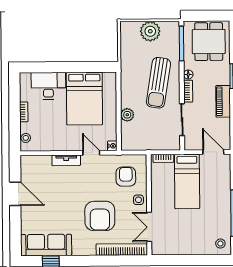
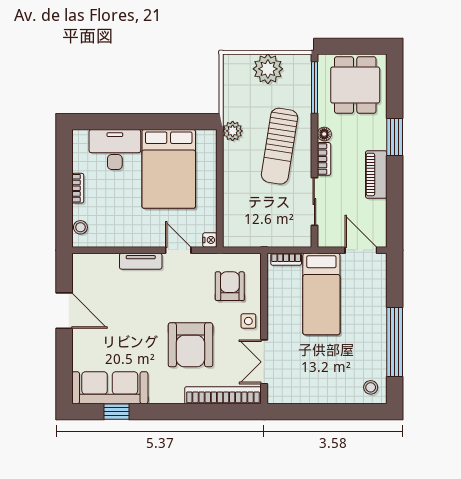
plant: (127, 115) -> (233, 131), moved

